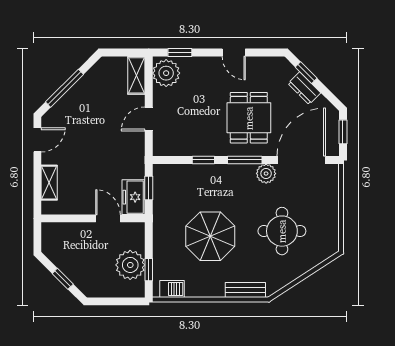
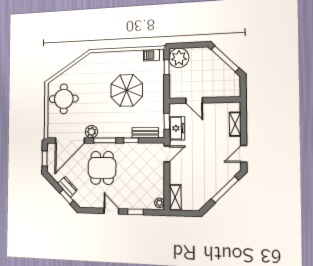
window: (180, 52) -> (136, 212), moved
plant: (166, 73) -> (160, 203), width x0.53, depth x0.53
door: (149, 119) -> (167, 154), moved
freezer: (134, 197) -> (177, 128), moved
round table: (282, 231) -> (64, 99), moved
plant: (130, 265) -> (179, 58), moved
window: (63, 279) -> (225, 59), width x2.17
bench: (245, 290) -> (145, 133), moved

